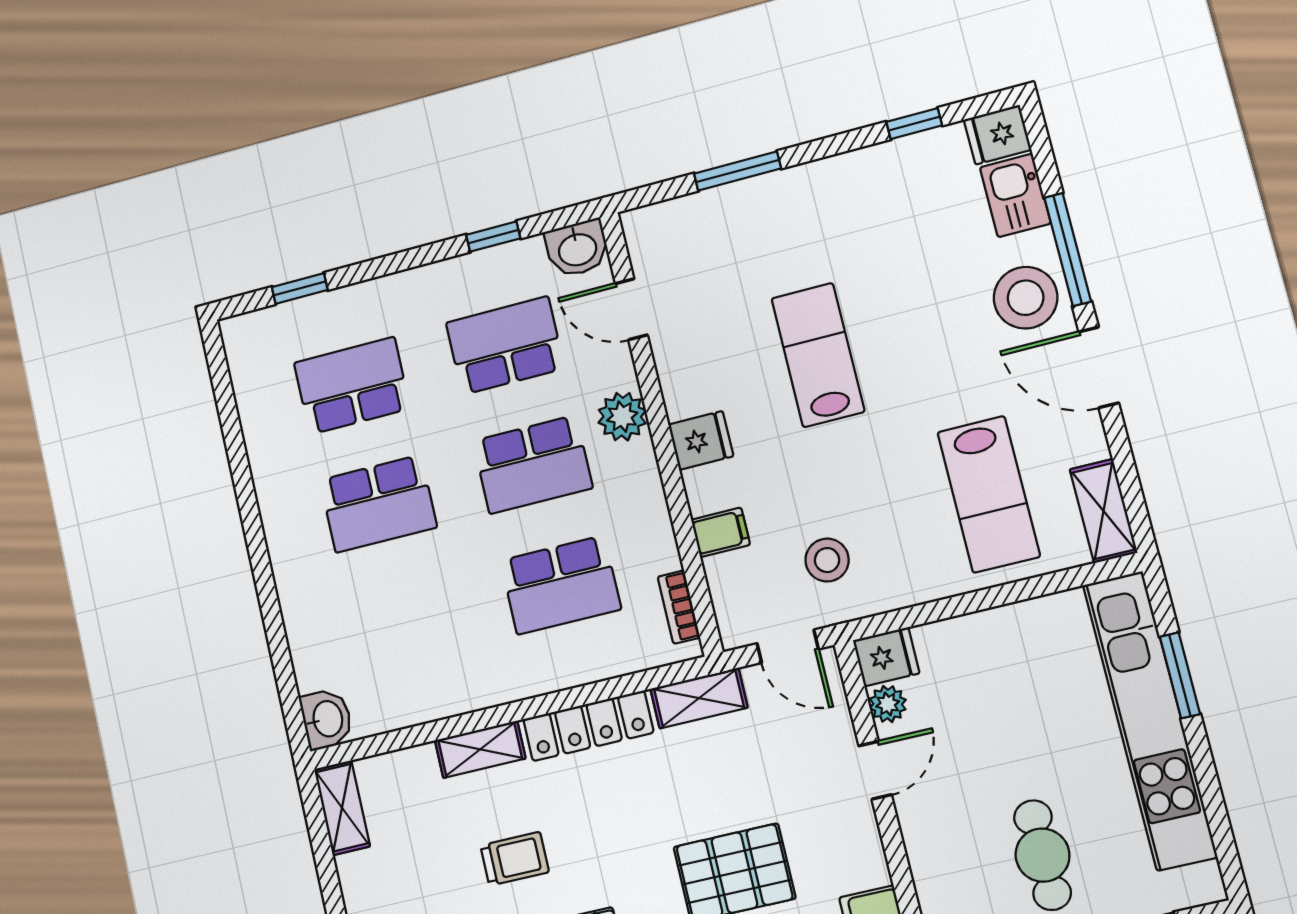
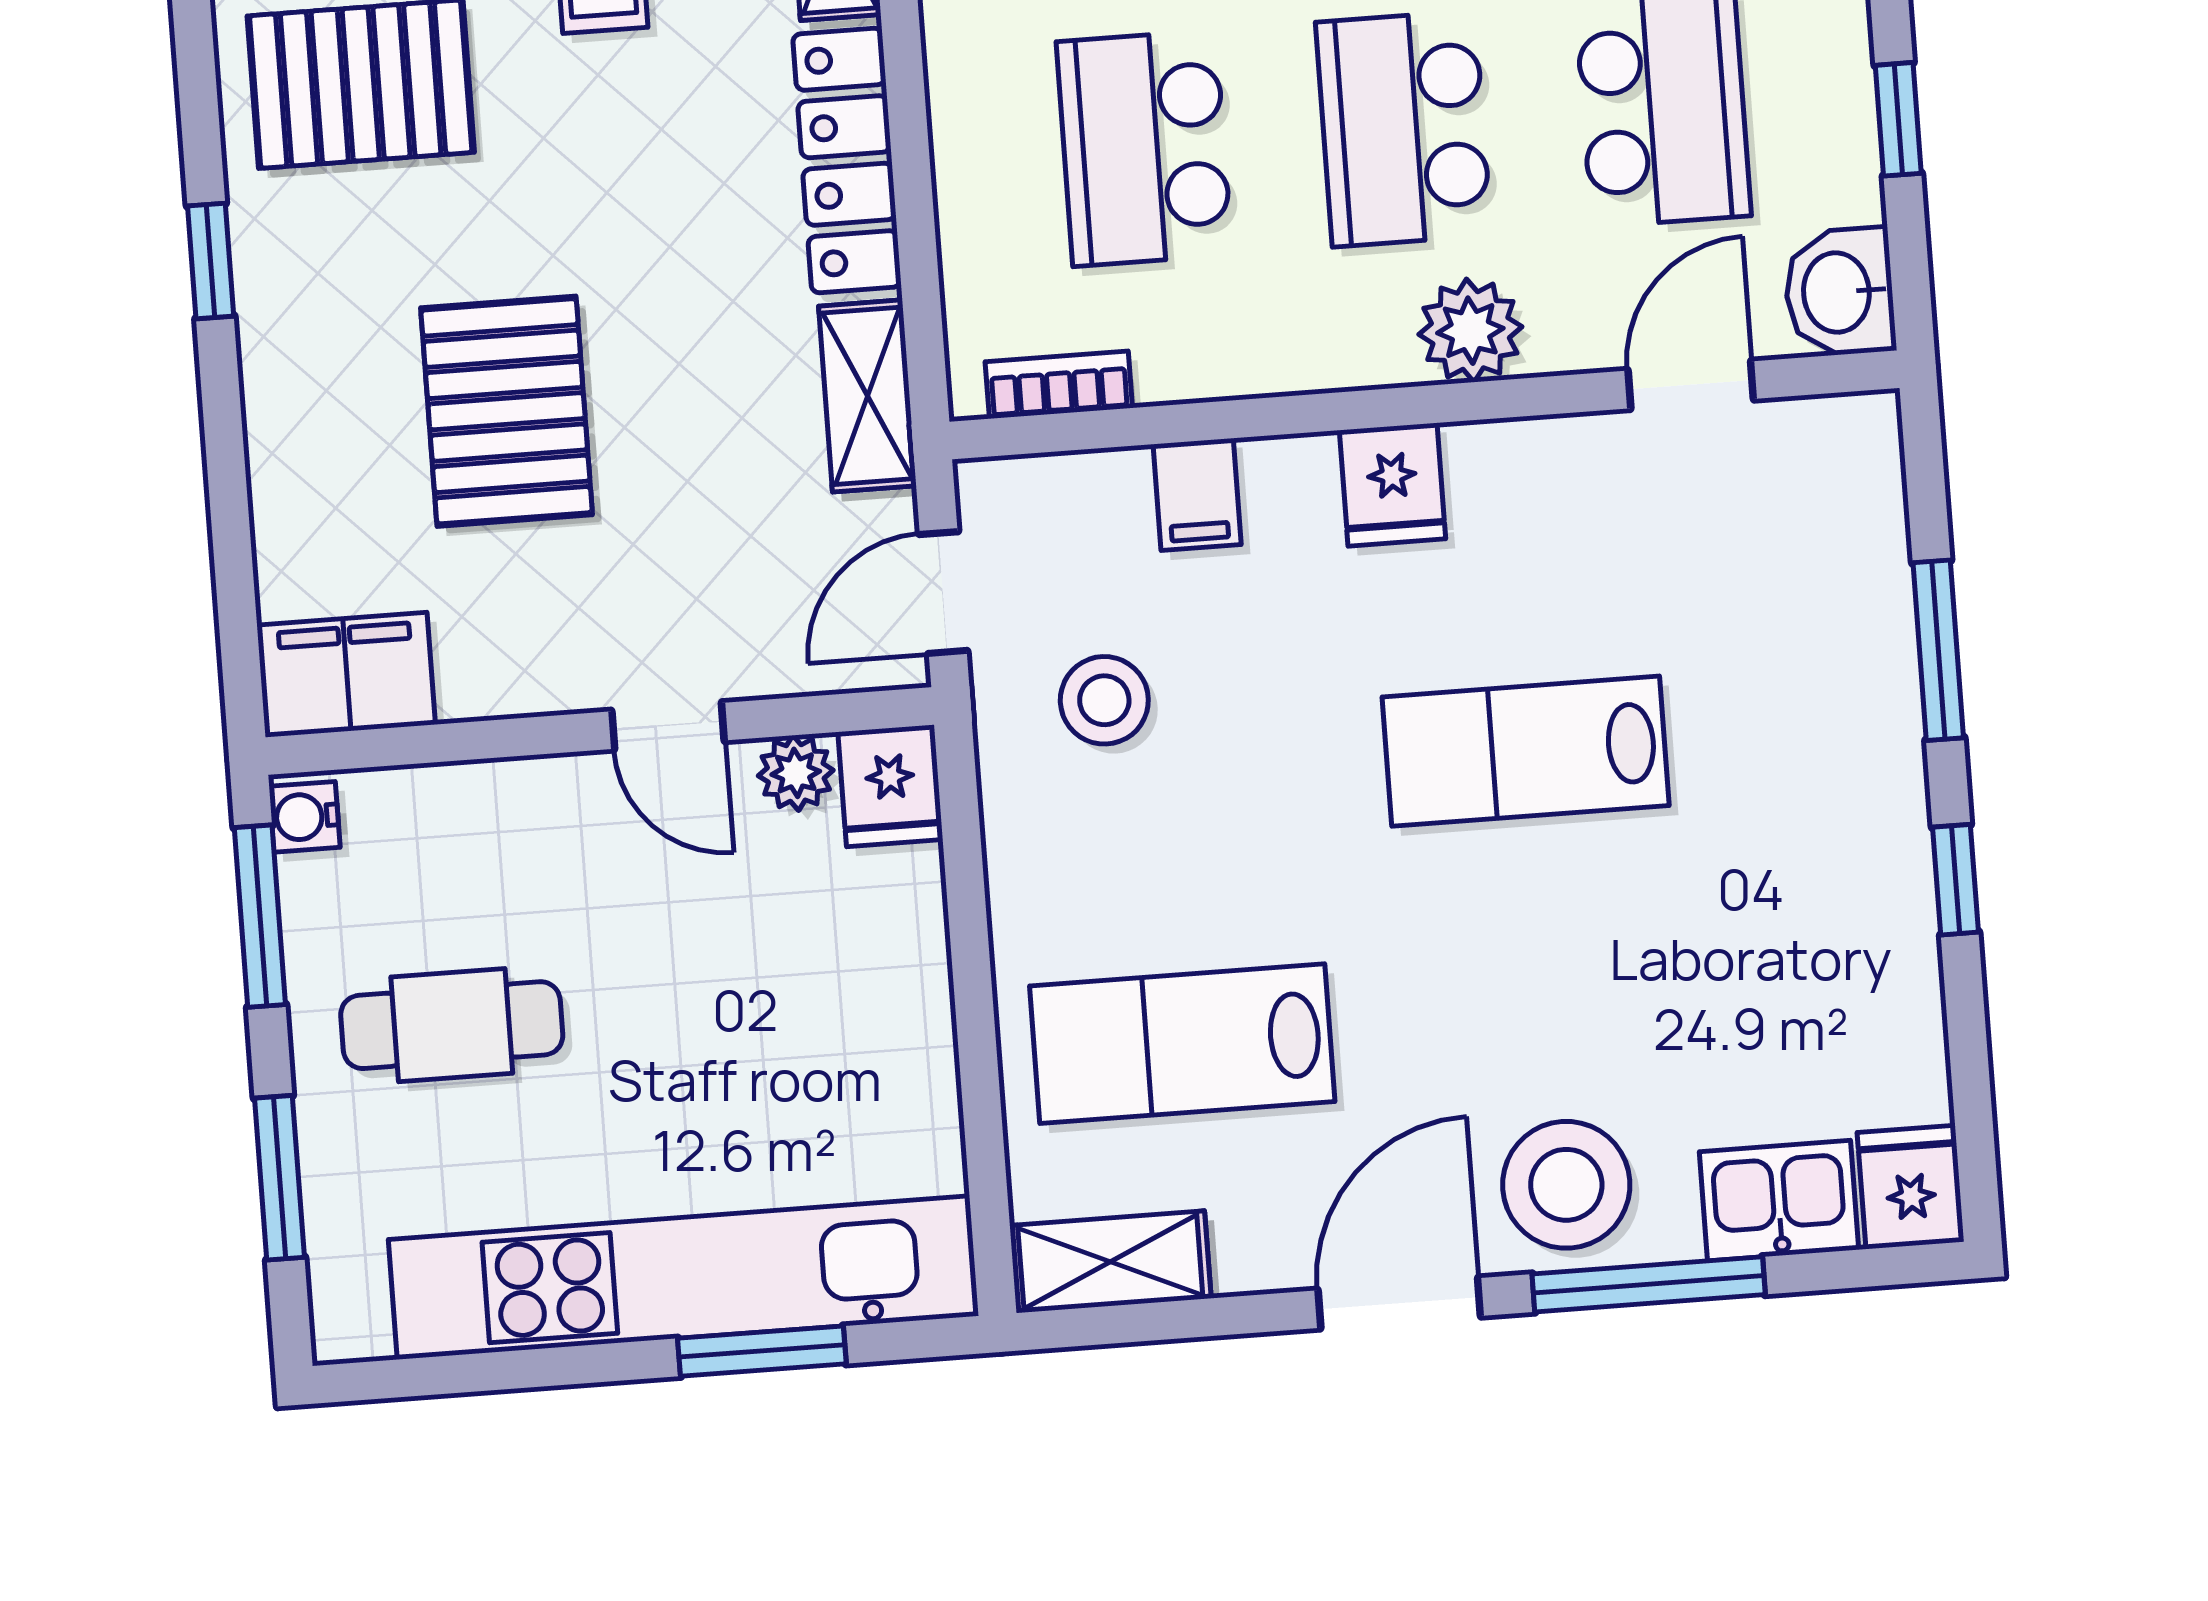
window: (914, 124) -> (1955, 880), moved
lab bench: (818, 355) -> (1526, 751), turned 180

